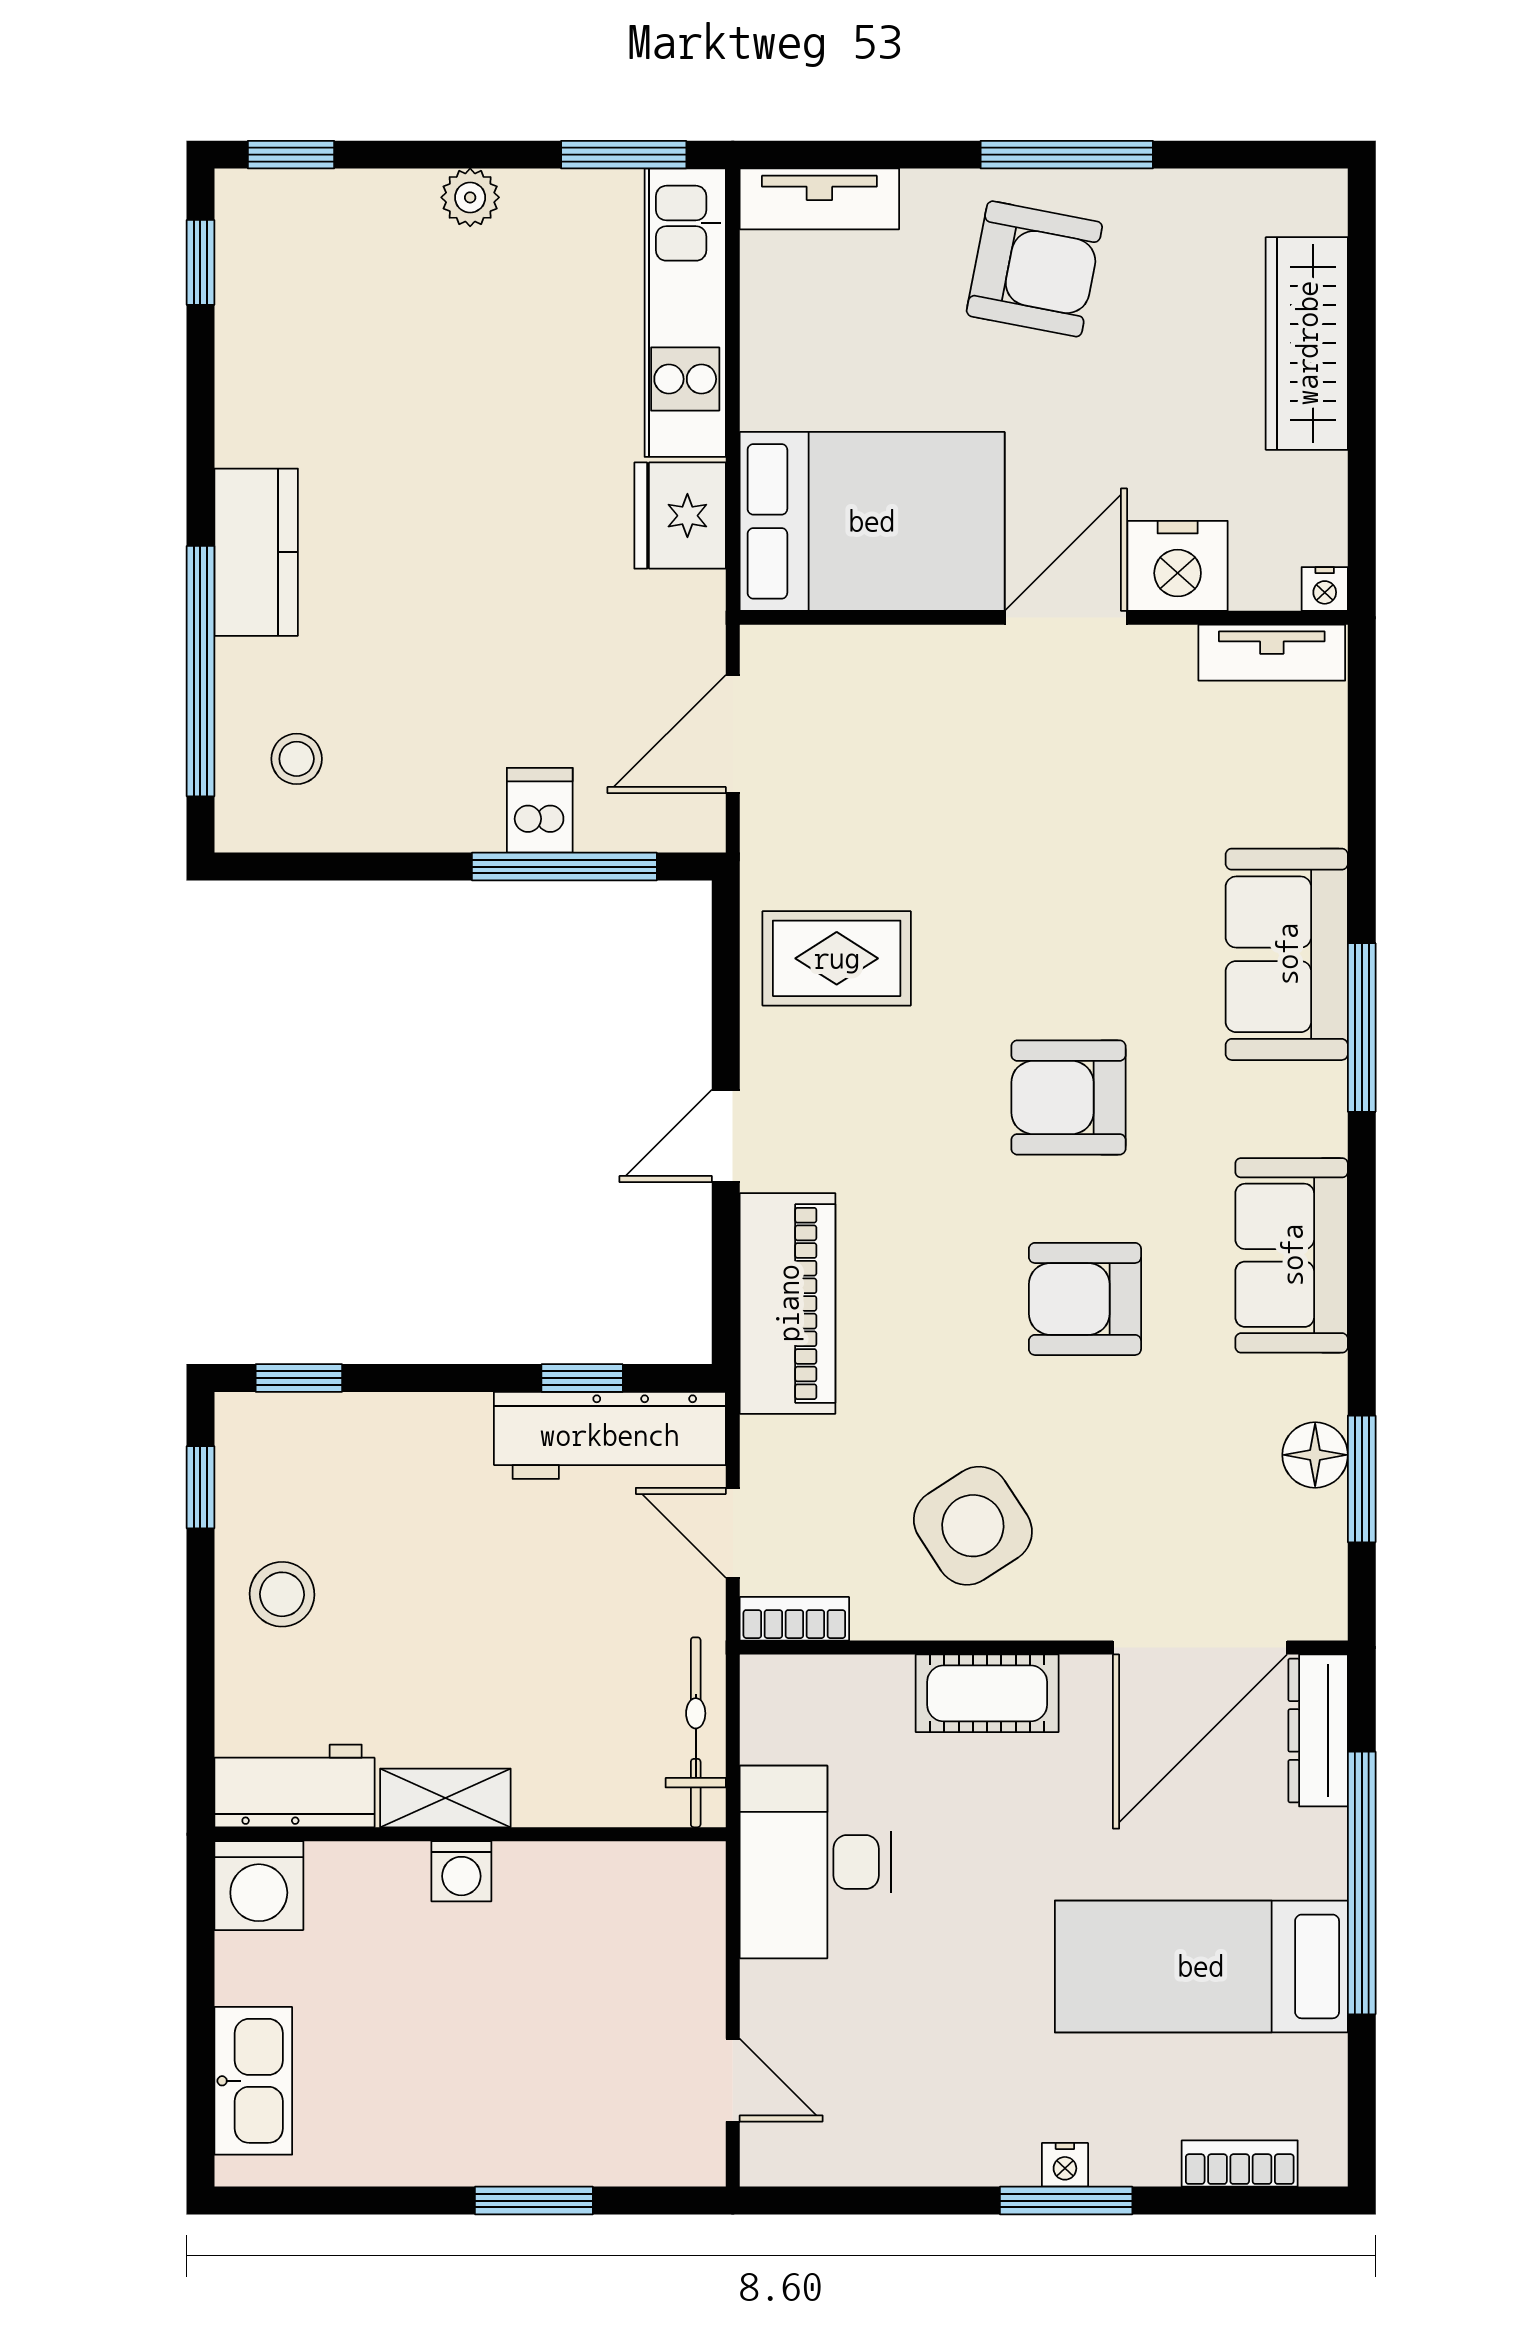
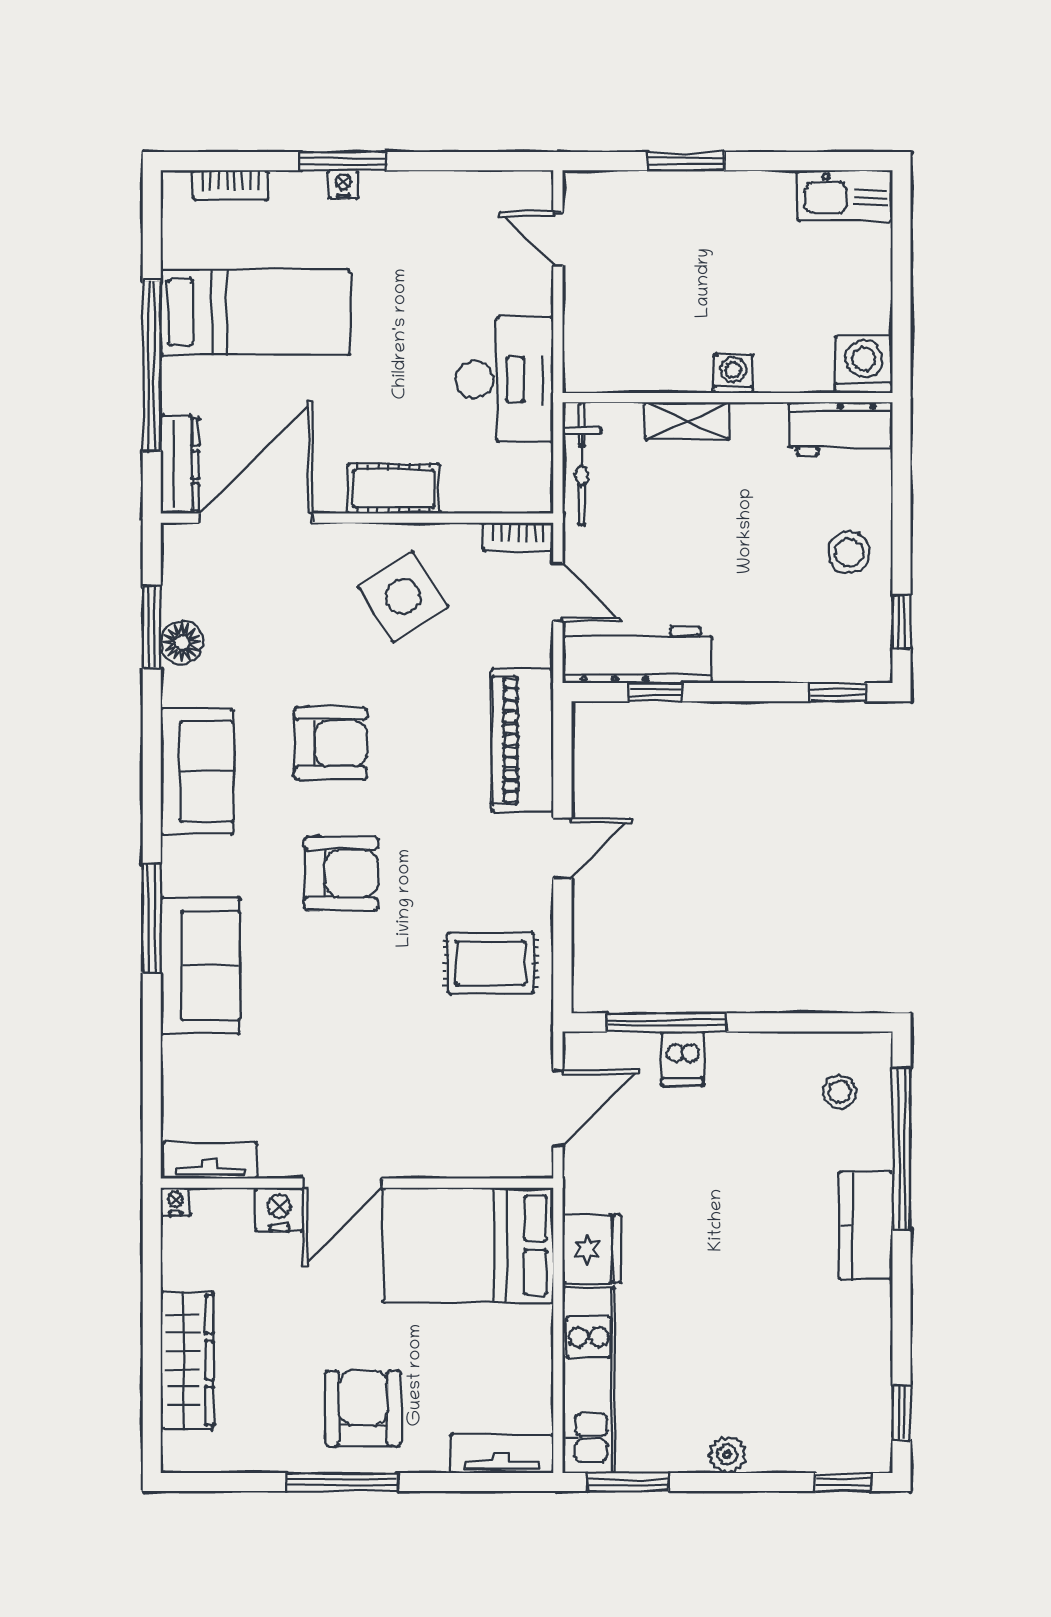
armchair: (1034, 269) -> (363, 1408), turned 79
nightstand: (1178, 566) -> (279, 1209), width x0.74, depth x0.75
shelving: (445, 1798) -> (687, 421), moved
kitchen sink: (253, 2081) -> (845, 195), moved, turned -90

